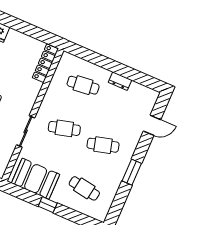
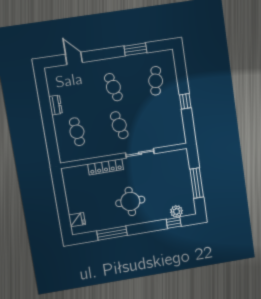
locker: (45, 63) -> (106, 167), moved
window: (132, 172) -> (135, 49), moved
booth: (36, 179) -> (171, 123), removed

